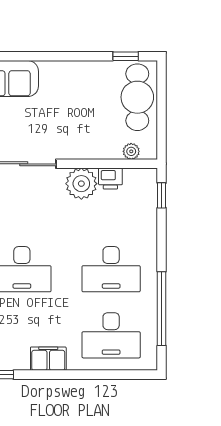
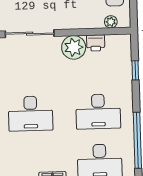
window: (162, 195) -> (135, 70), moved

